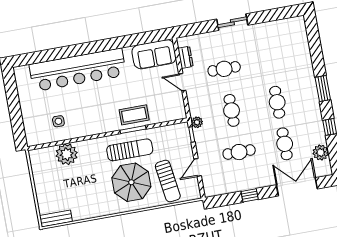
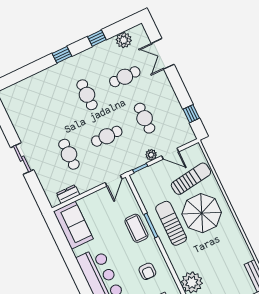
door: (182, 82) -> (114, 181), moved
window: (323, 89) -> (62, 55), width x0.67
cafe table: (277, 102) -> (87, 95), turned 90
armchair: (89, 114) -> (147, 271), added
plant: (197, 122) -> (151, 155), moved
double door: (297, 187) -> (163, 54), width x0.73
window: (250, 195) -> (191, 114), moved

